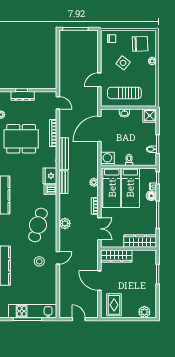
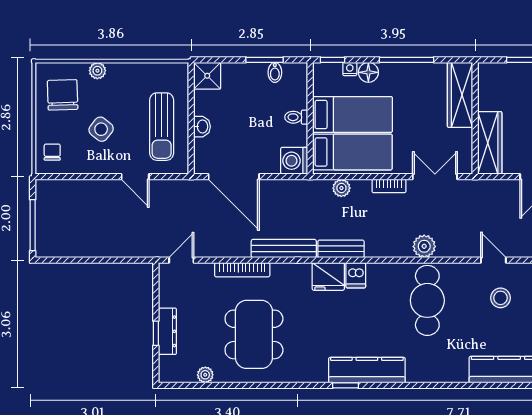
cafe table: (38, 225) -> (427, 300), turned 74

